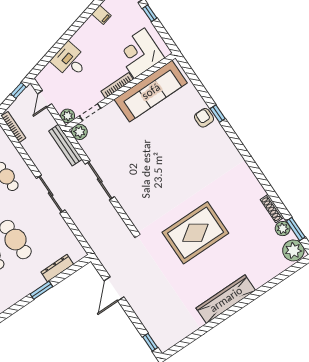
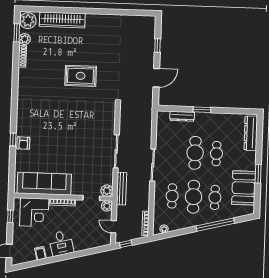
window: (150, 13) -> (10, 216), moved
desk: (70, 61) -> (61, 243), moved
door: (45, 99) -> (114, 227), swing flipped
rug: (195, 233) -> (81, 76), width x0.73, depth x0.69
wardrobe: (226, 299) -> (62, 20), moved
window: (150, 342) -> (157, 46), moved

